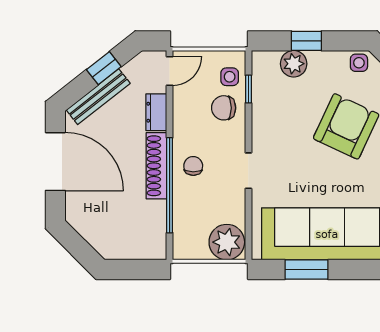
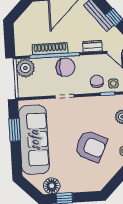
shoe rack: (156, 166) -> (50, 49), moved
chair: (193, 166) -> (65, 67), width x1.87, depth x1.87
plant: (227, 242) -> (25, 68), moved

